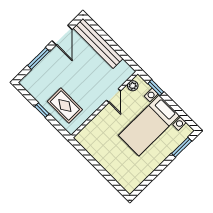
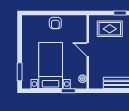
door: (114, 96) -> (88, 49), moved
armchair: (107, 158) -> (55, 23), added

